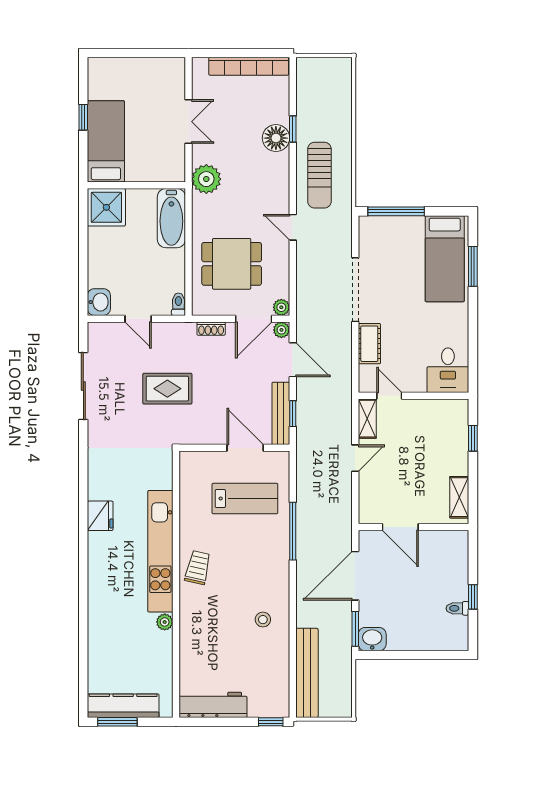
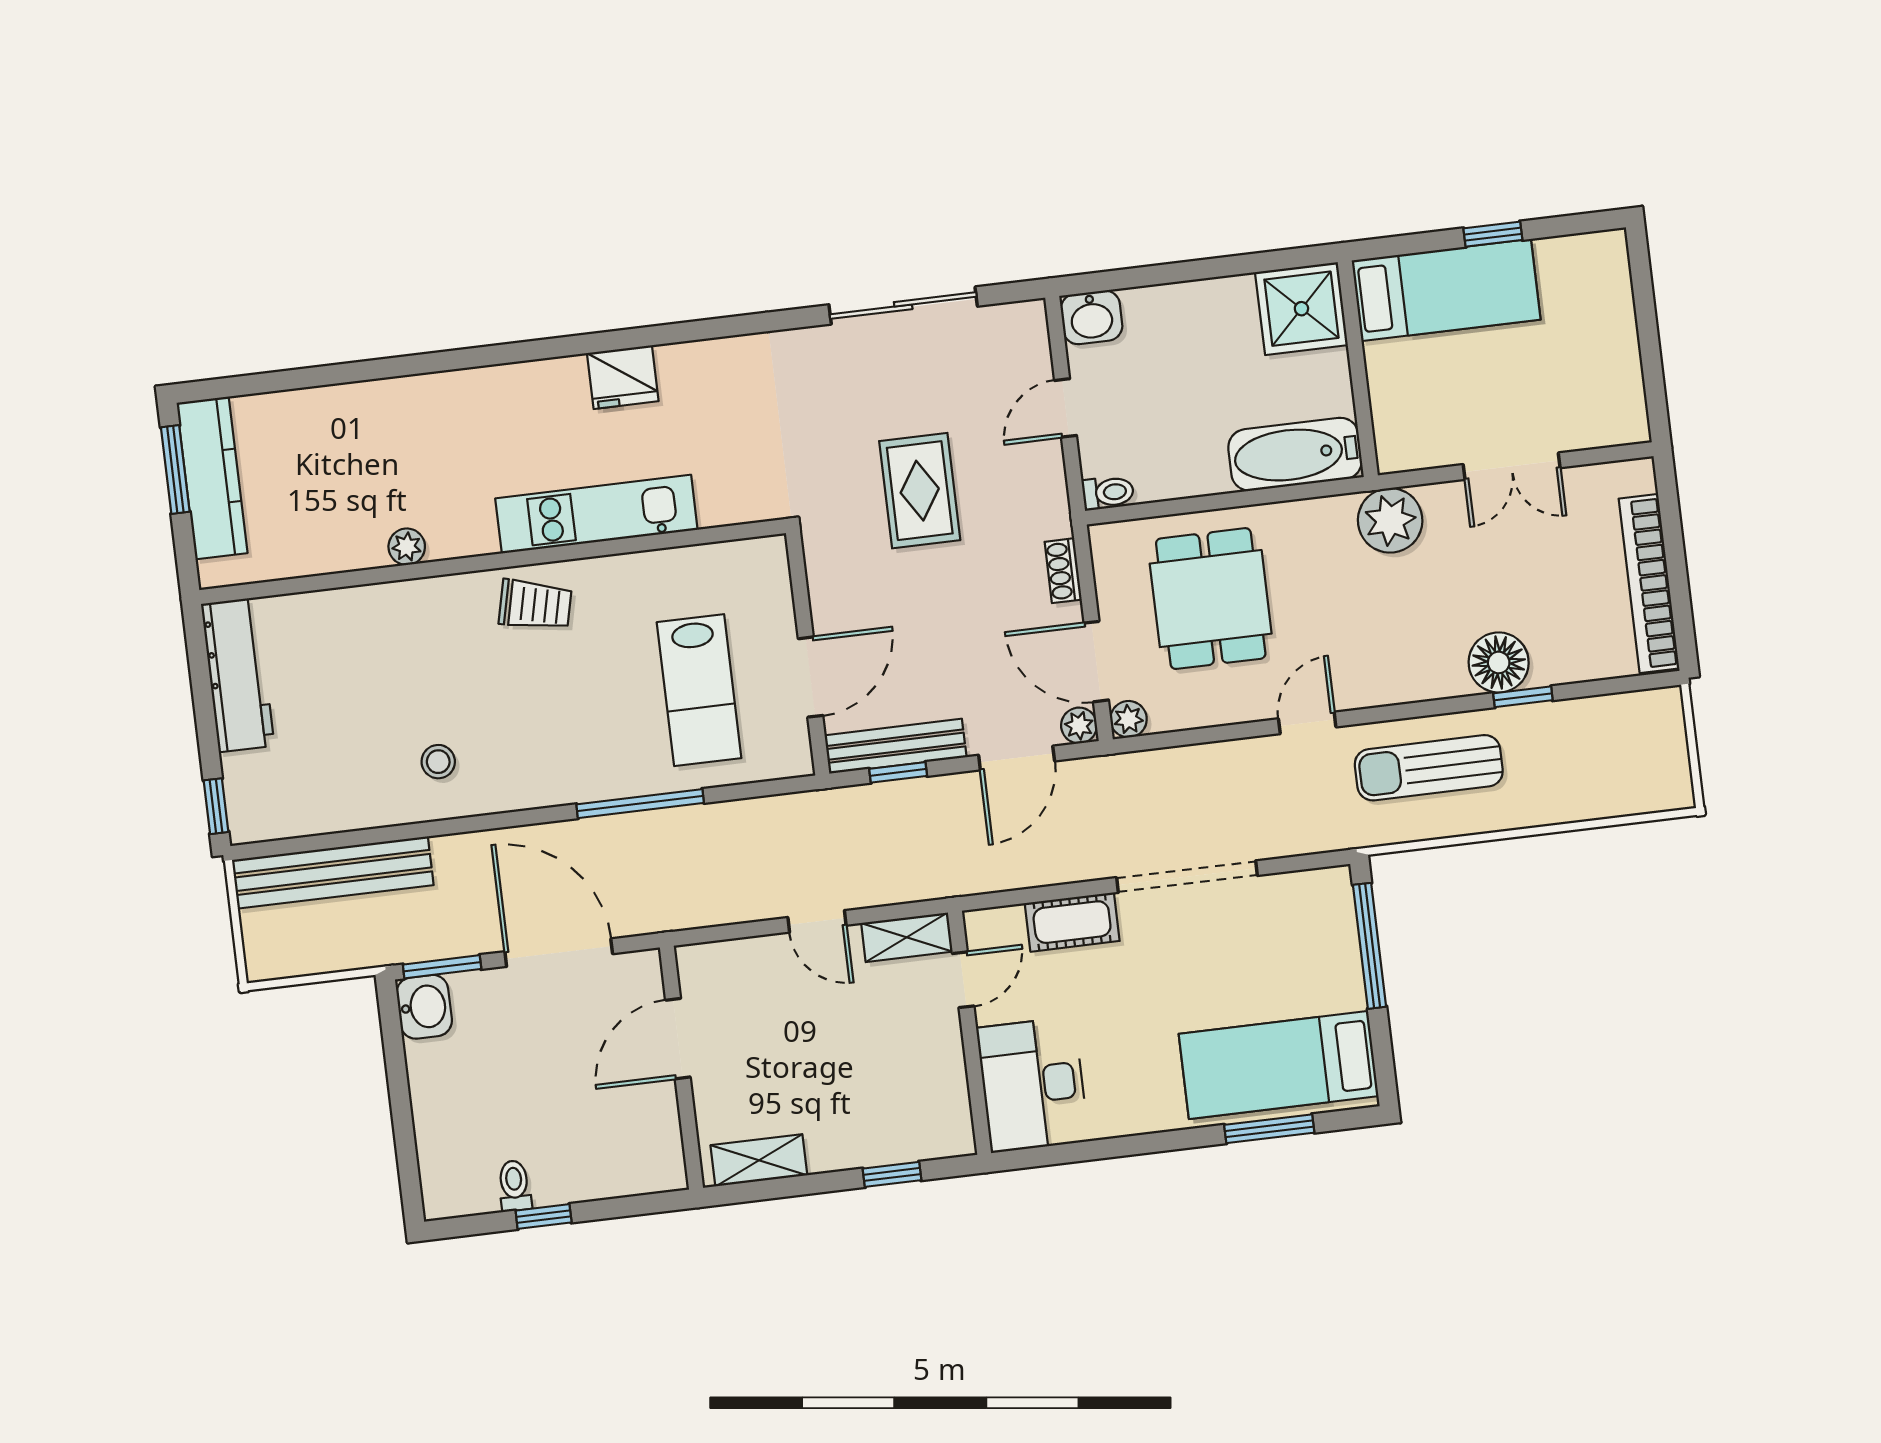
desk: (448, 370) -> (1033, 1085), width x1.37
kitchen unit: (160, 551) -> (596, 514), width x0.73

